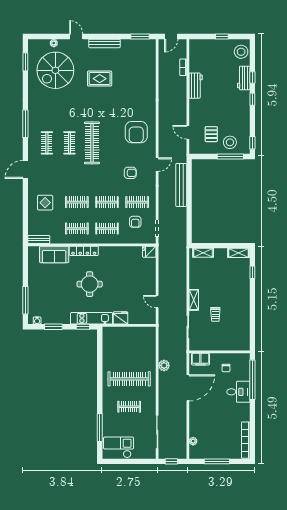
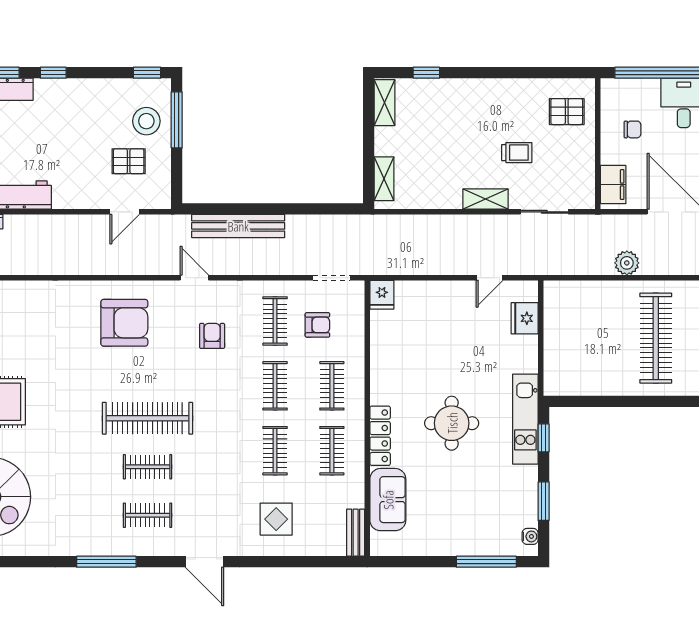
fridge: (120, 318) -> (525, 318), moved
pallet: (234, 338) -> (567, 112), added

